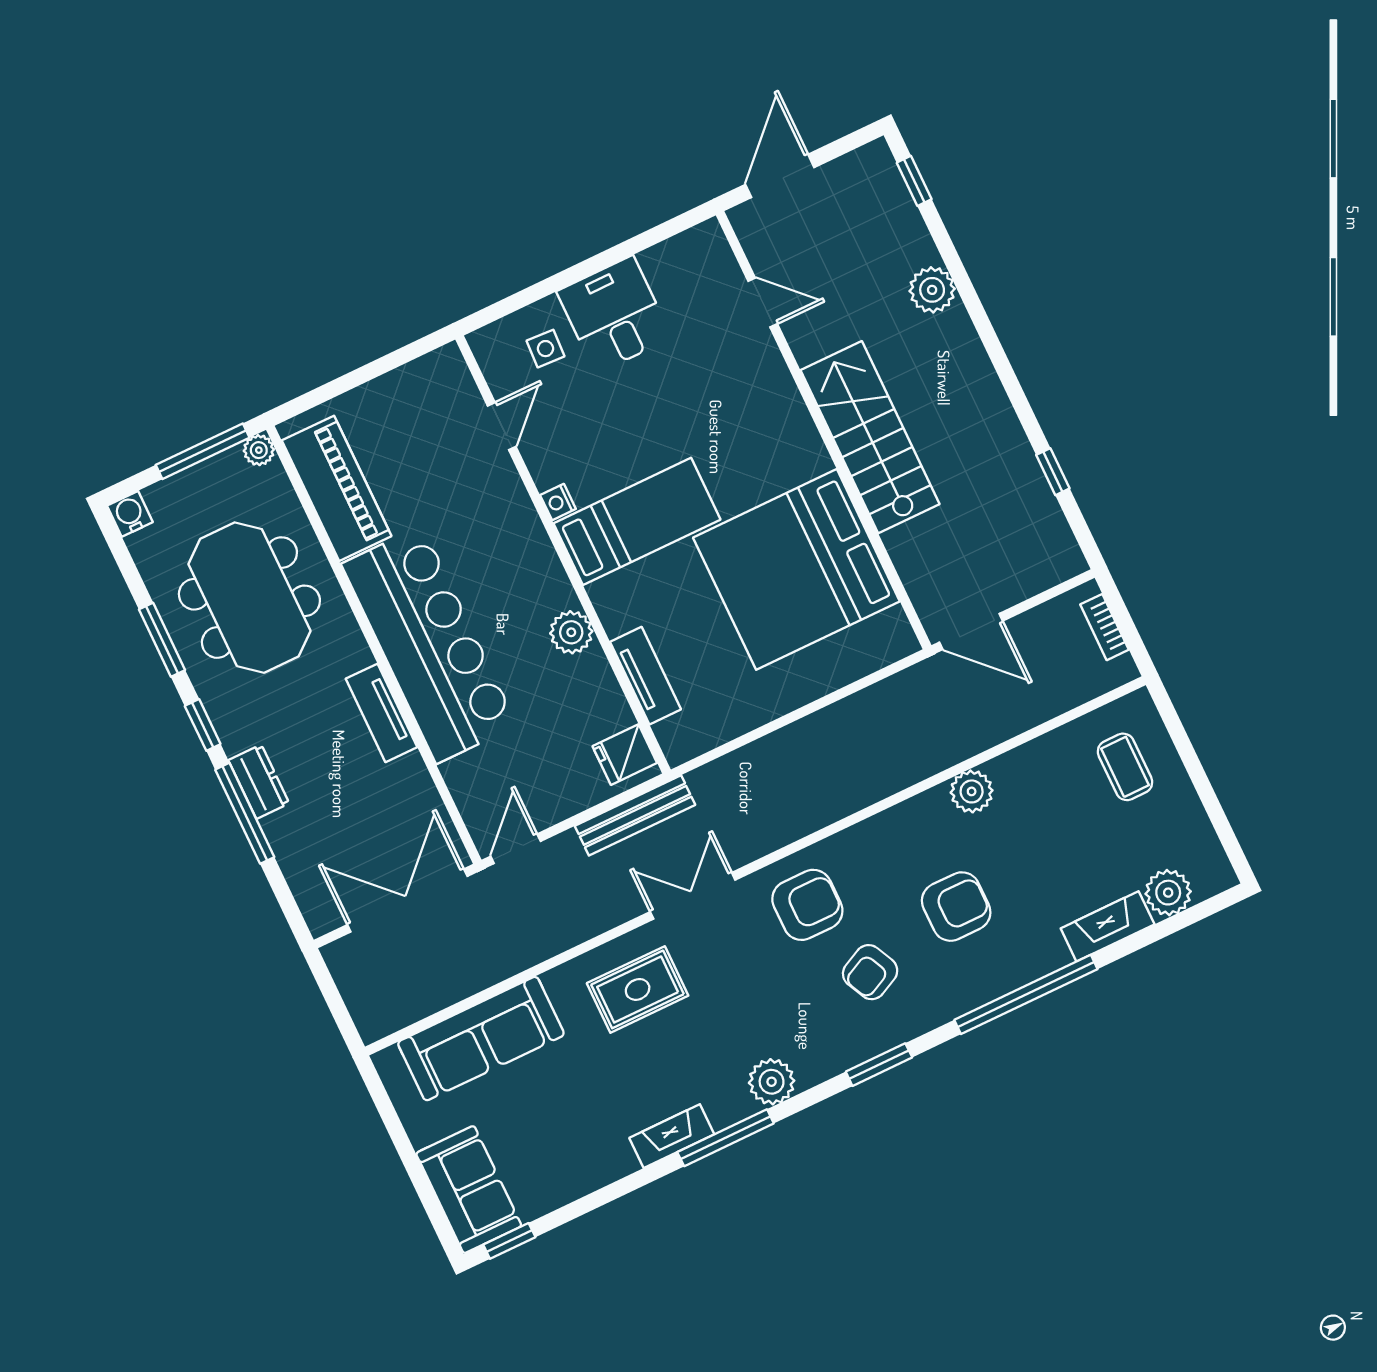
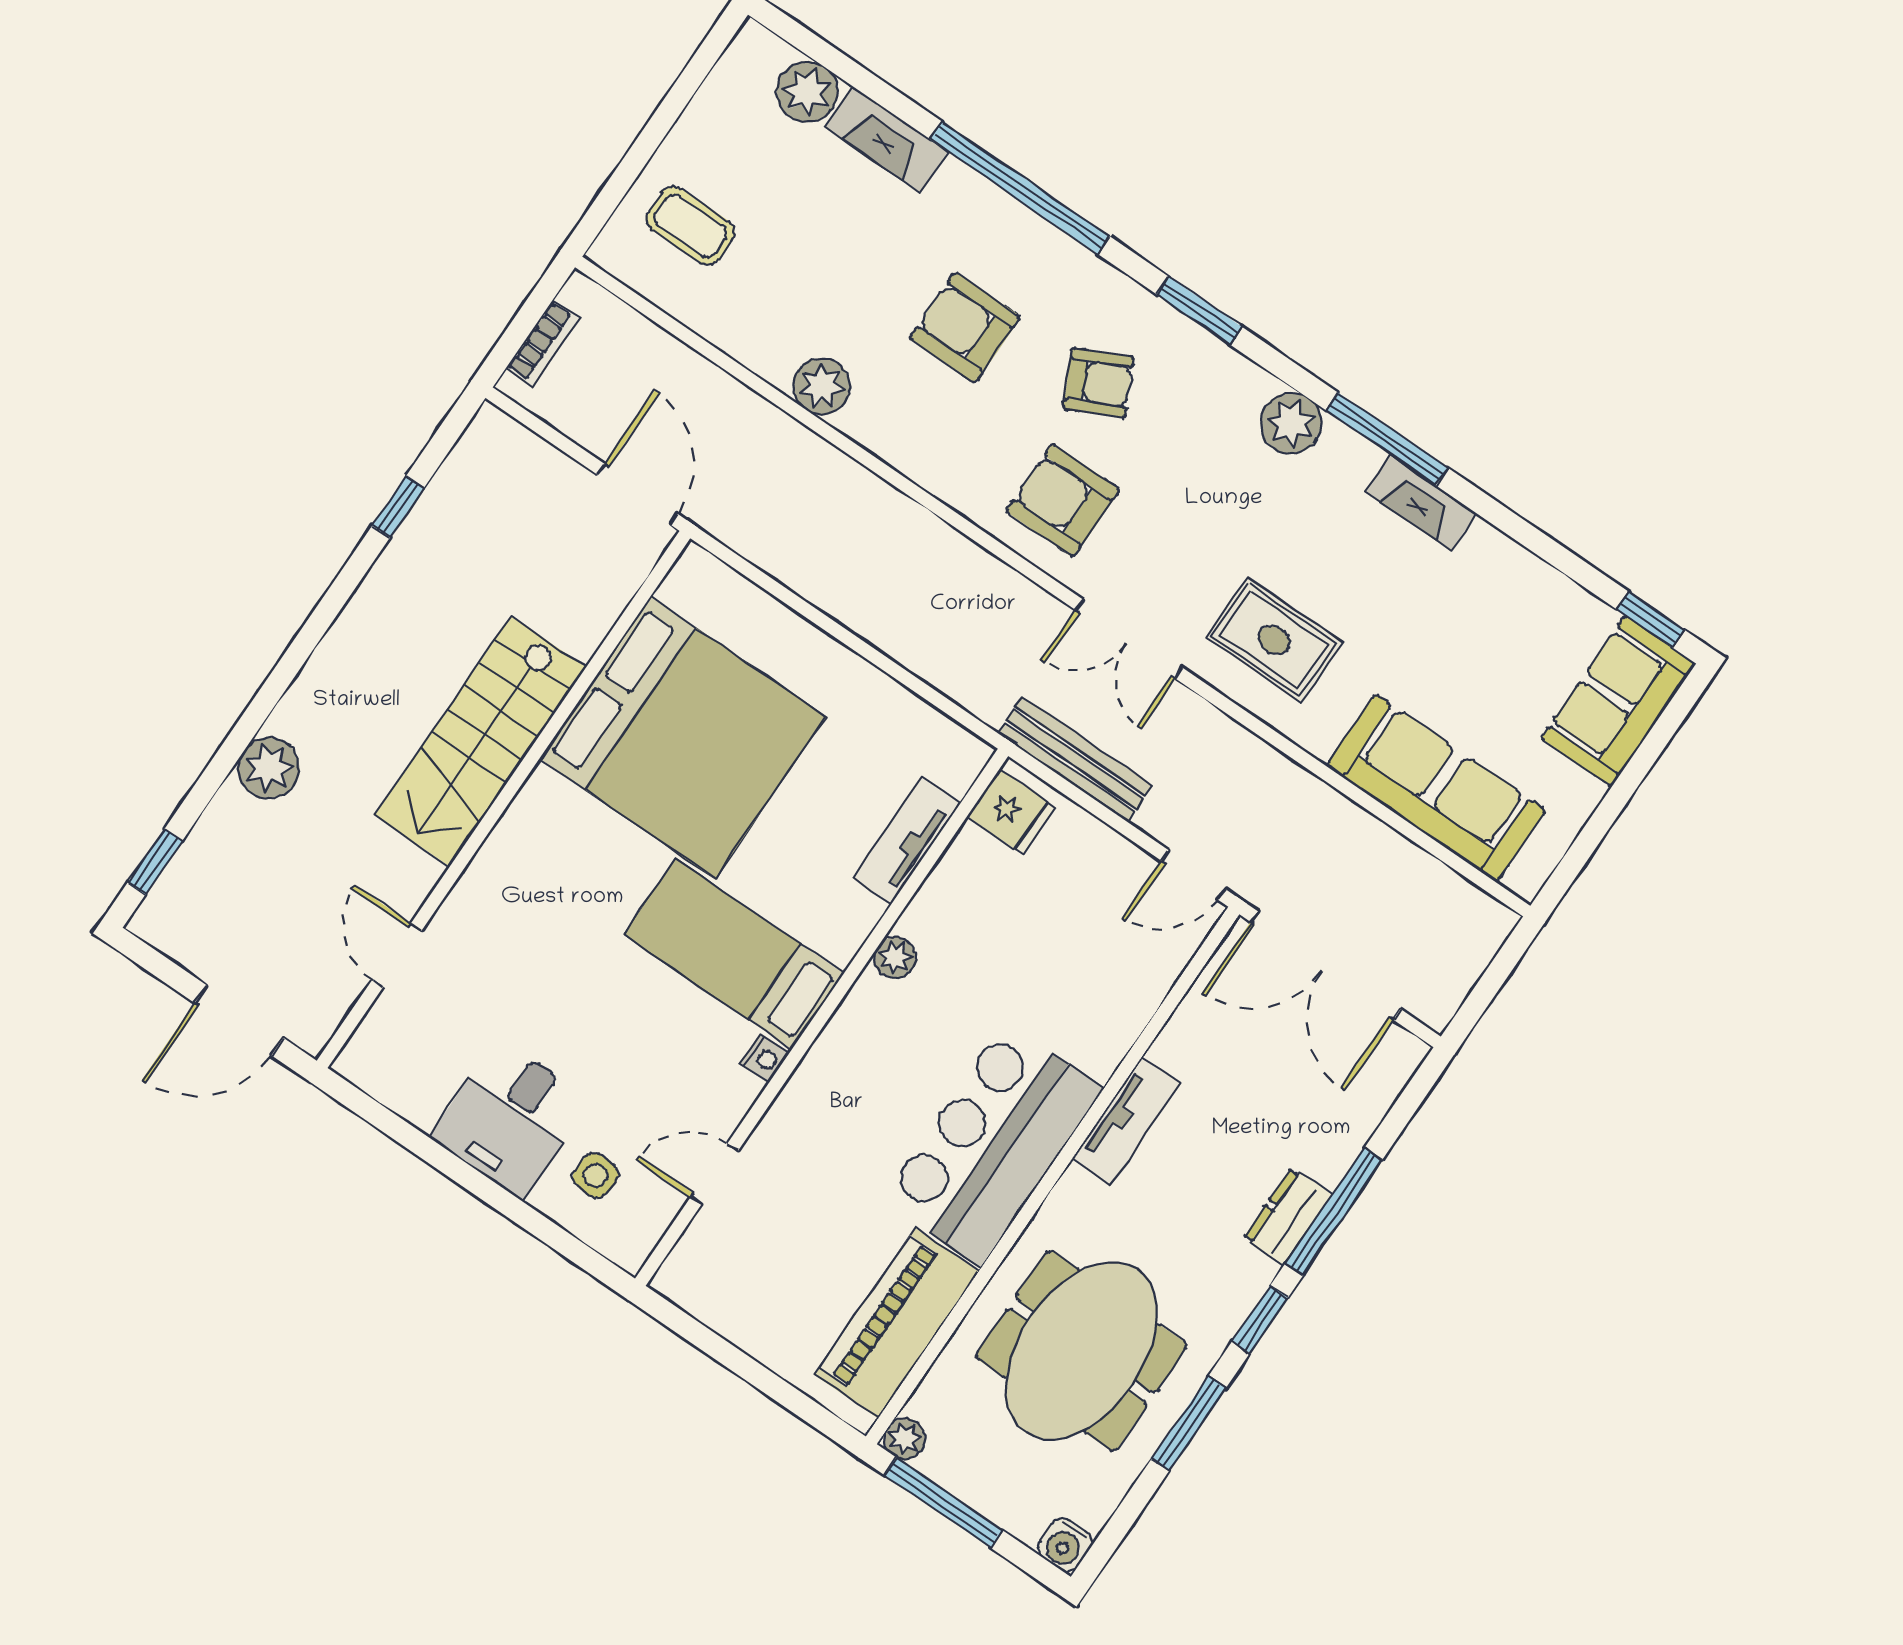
plant: (571, 632) -> (895, 958), width x0.73, depth x0.73
bar counter: (429, 645) -> (993, 1144), width x0.73
coffee table: (1125, 767) -> (691, 226), turned 90

